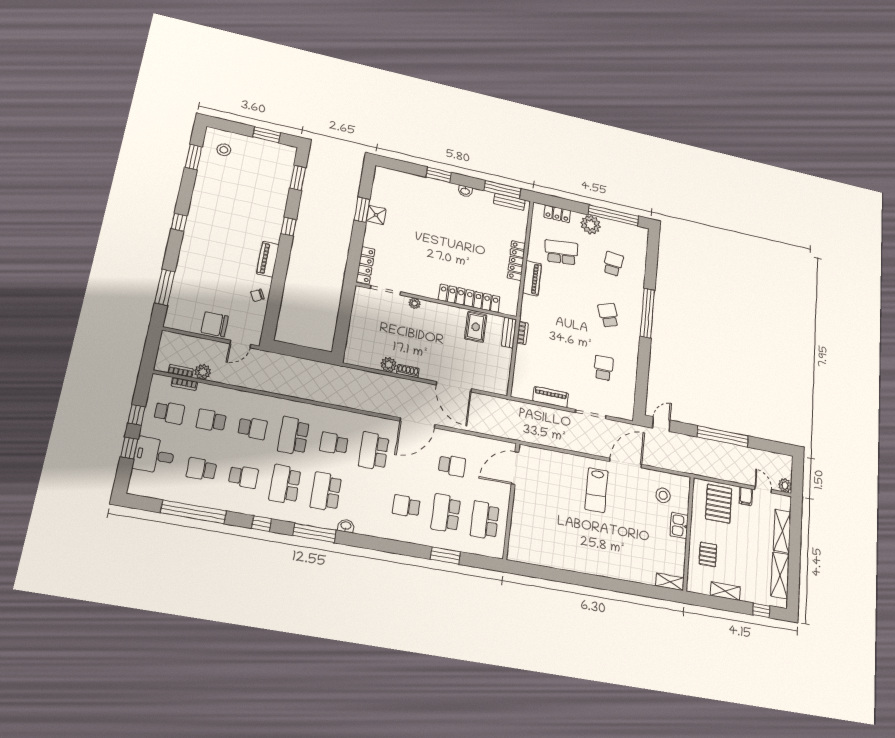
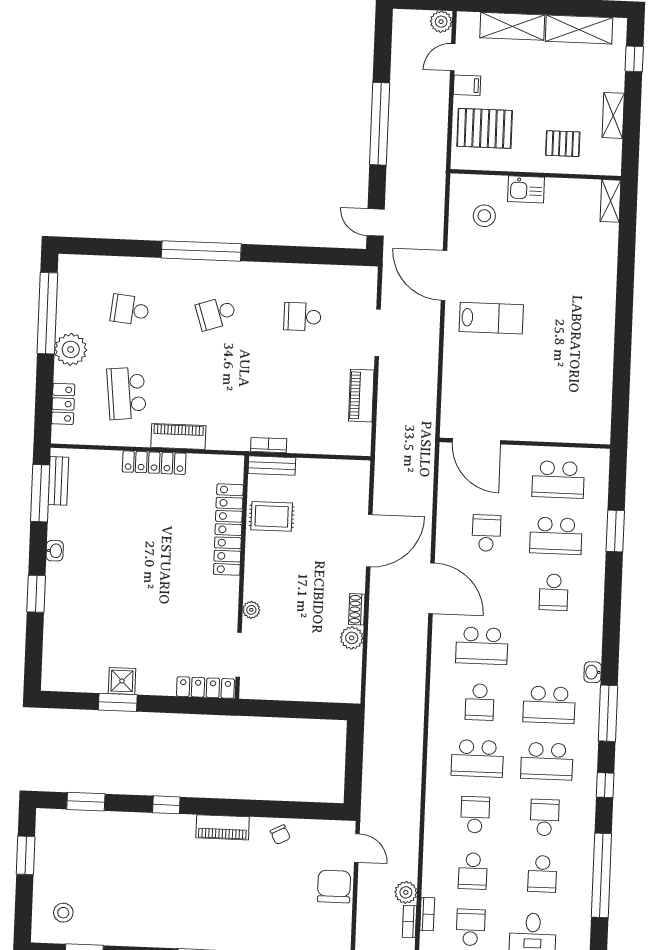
chair: (215, 324) -> (334, 886), turned 180

